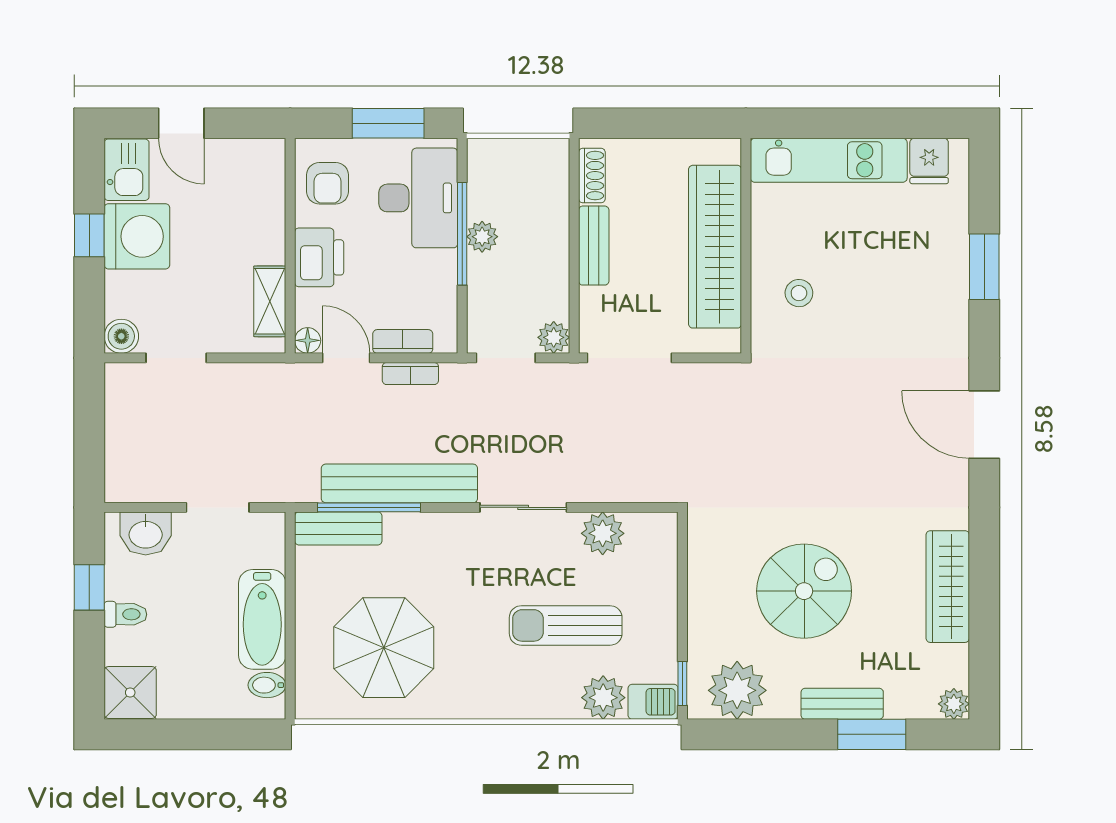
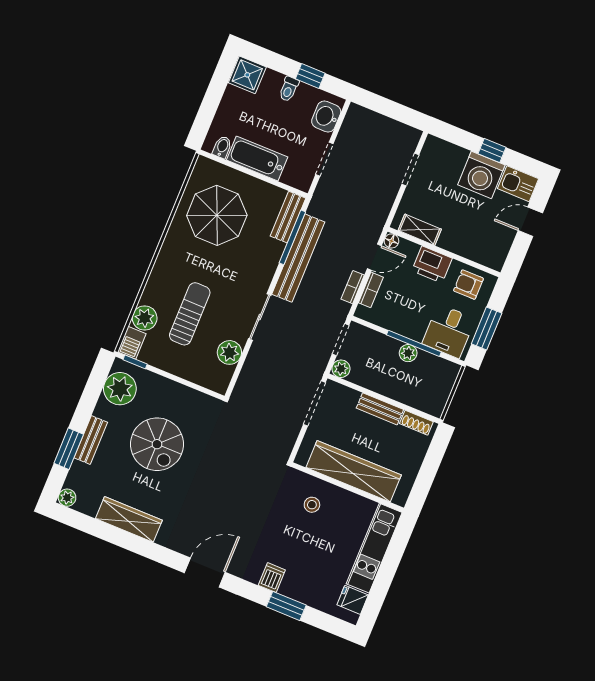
desk: (418, 198) -> (449, 331), width x0.73
dishwasher: (947, 310) -> (272, 578), added
boiler: (121, 336) -> (433, 146), removed

